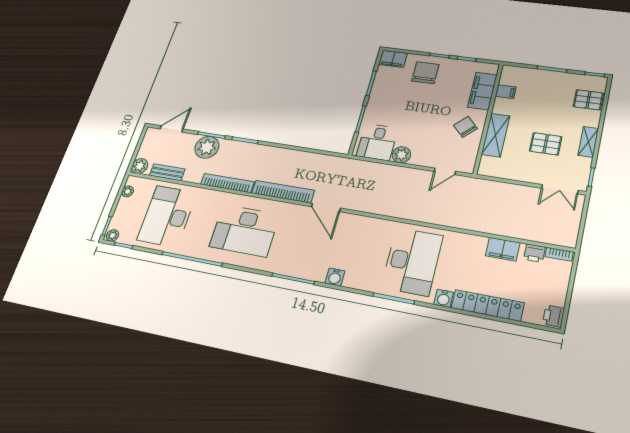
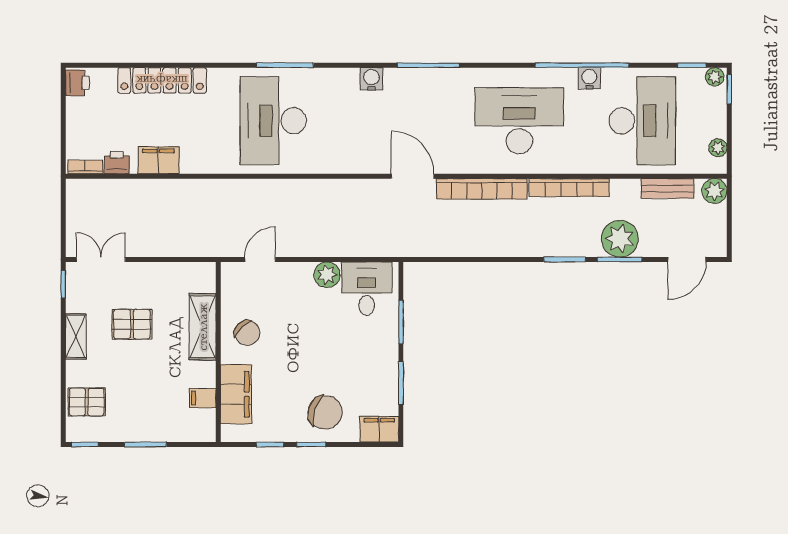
chair: (425, 73) -> (325, 412), turned -72
water cooler: (444, 298) -> (589, 78), moved

